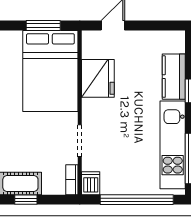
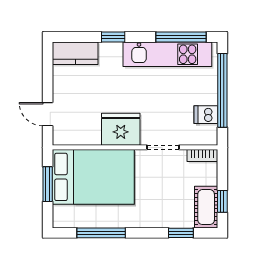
kitchen counter: (174, 77) -> (75, 53), moved
fridge: (98, 78) -> (121, 129), moved
dishwasher: (91, 183) -> (206, 115), moved

